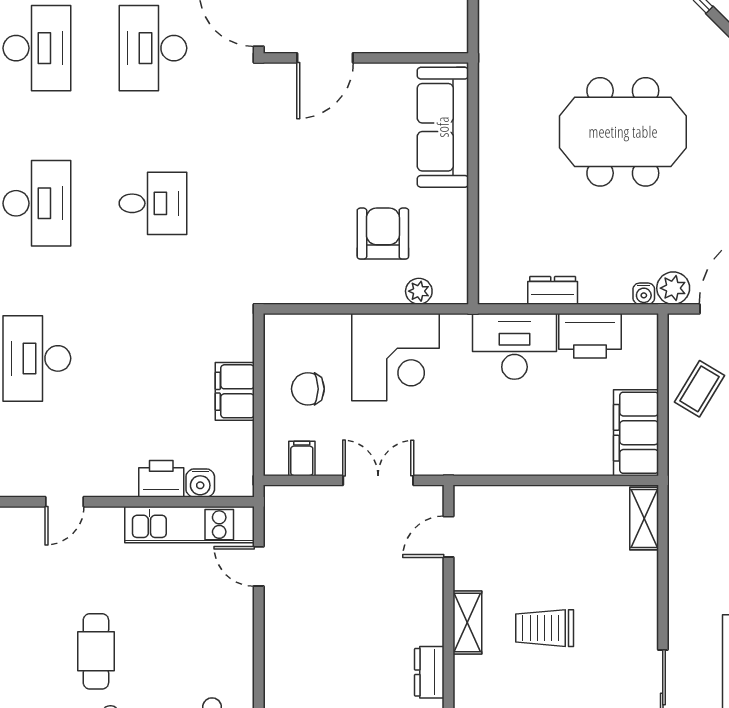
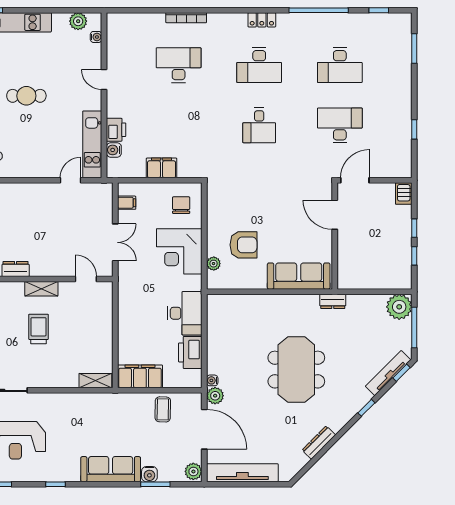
dresser: (553, 290) -> (333, 301), moved, turned 90
chair: (308, 389) -> (181, 205), moved
coffee table: (699, 389) -> (163, 409), turned 60

